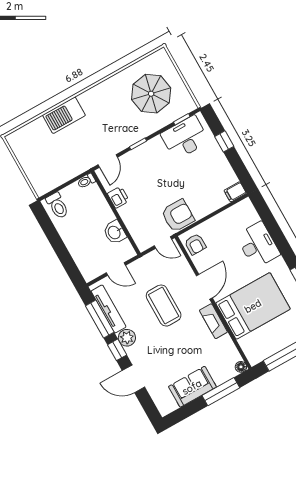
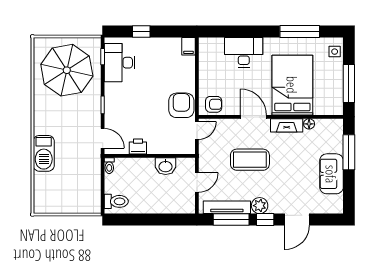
parasol: (151, 94) -> (67, 70), width x1.36, depth x1.36
floor lamp: (241, 367) -> (309, 124), moved

